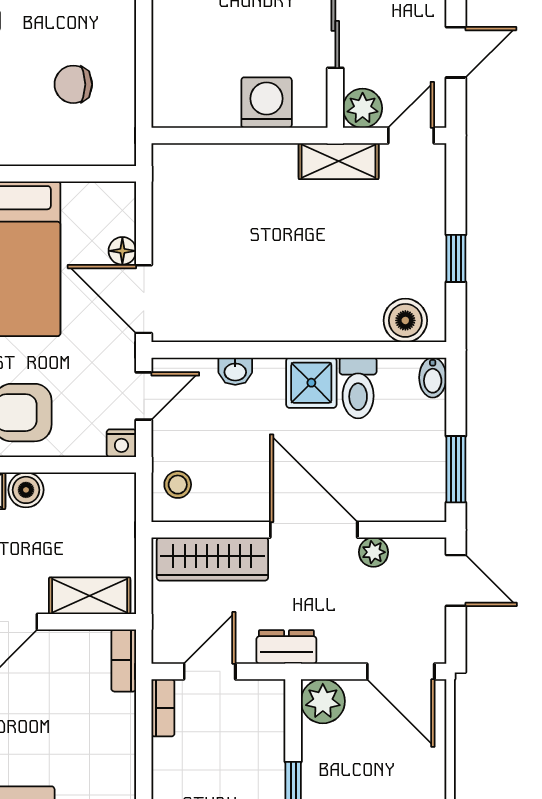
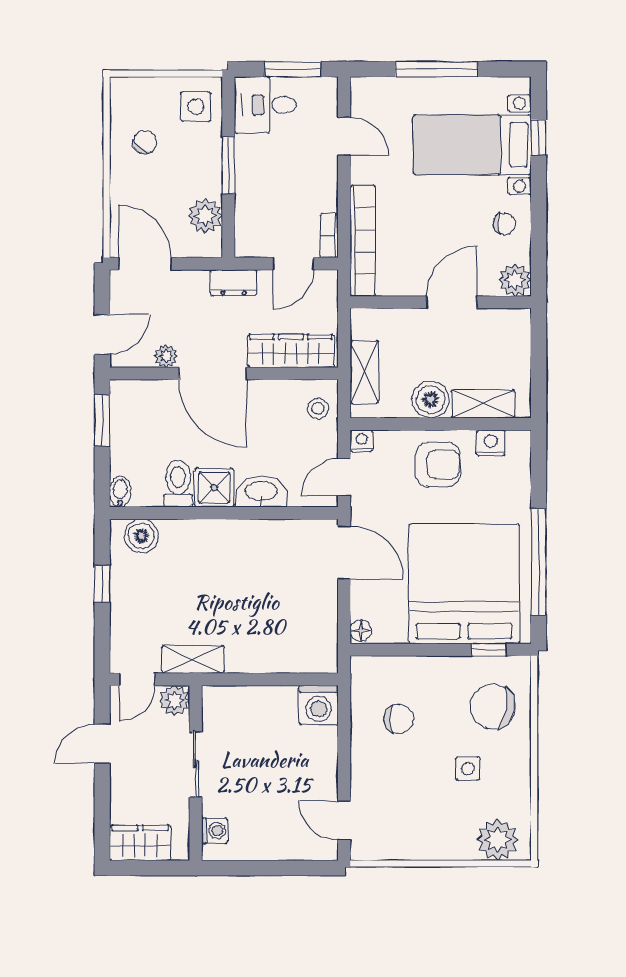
washing machine: (267, 103) -> (319, 705), moved
floor lamp: (122, 251) -> (361, 631), moved
washbasin: (235, 371) -> (261, 492), width x1.91, depth x1.45
boiler: (26, 490) -> (431, 400), width x1.36, depth x1.36
door: (456, 580) -> (102, 334), swing flipped
shelving: (90, 596) -> (364, 372), moved, turned 90
bookcase: (124, 660) -> (363, 241), width x2.31, depth x1.31
plant: (323, 701) -> (205, 216), moved

